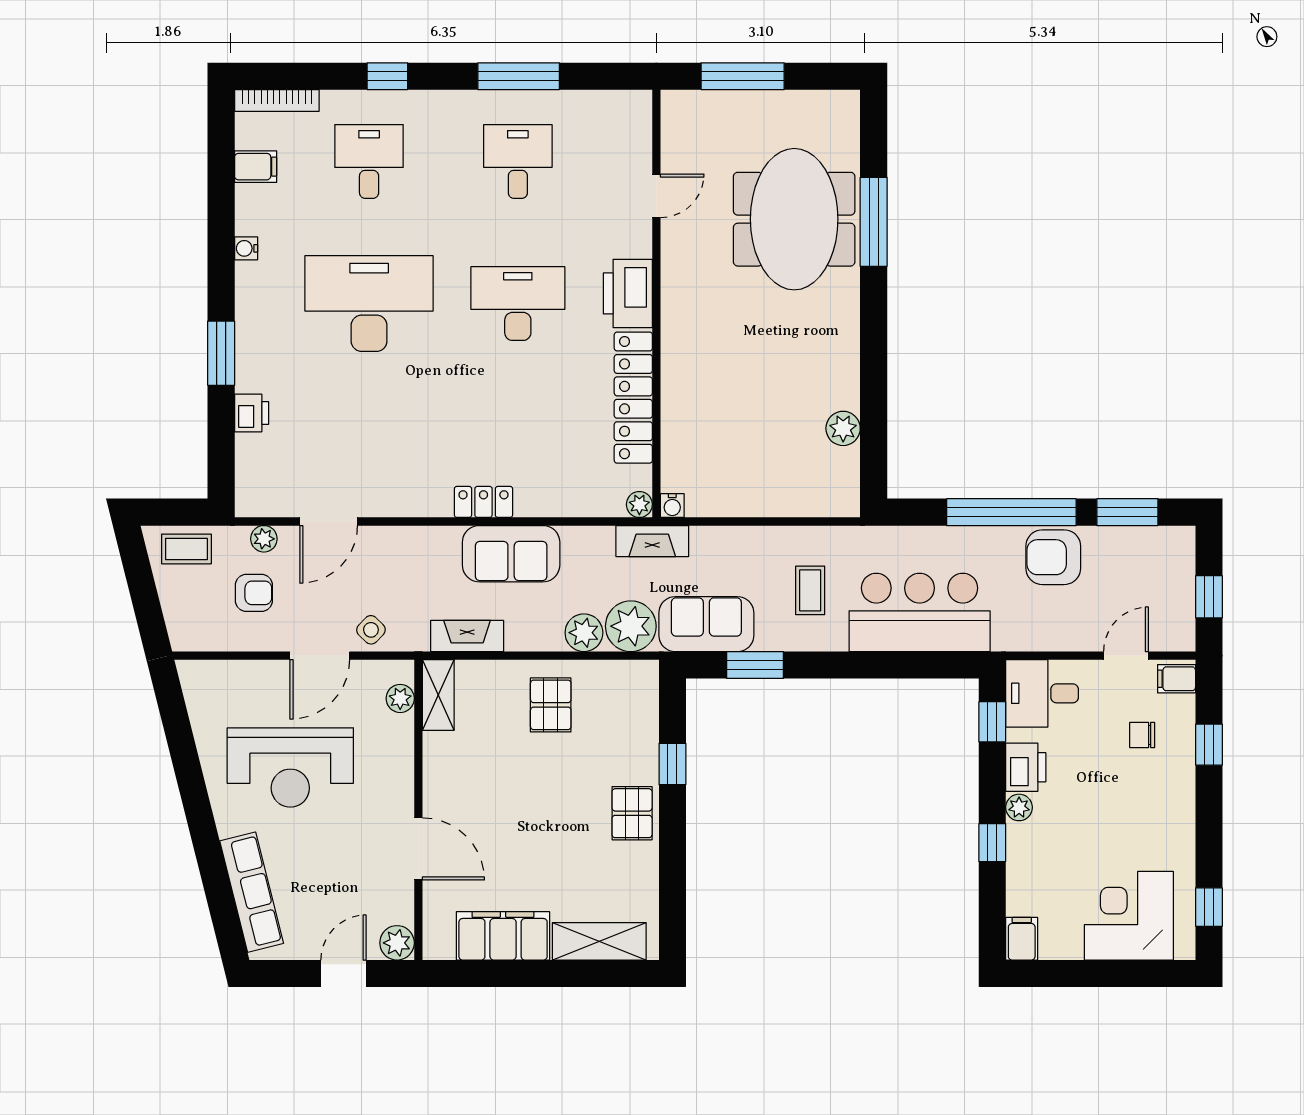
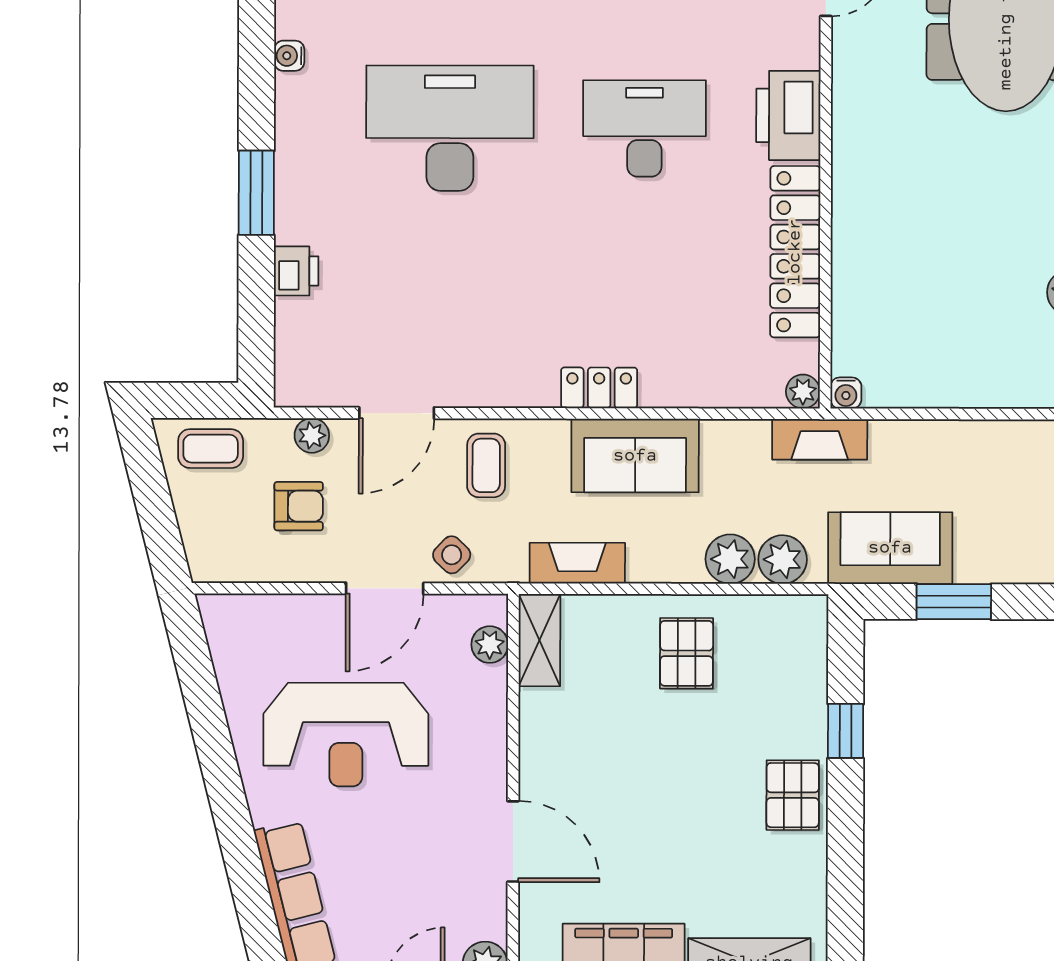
coffee table: (810, 590) -> (486, 465), moved
plant: (631, 626) -> (783, 560), width x0.73, depth x0.73

